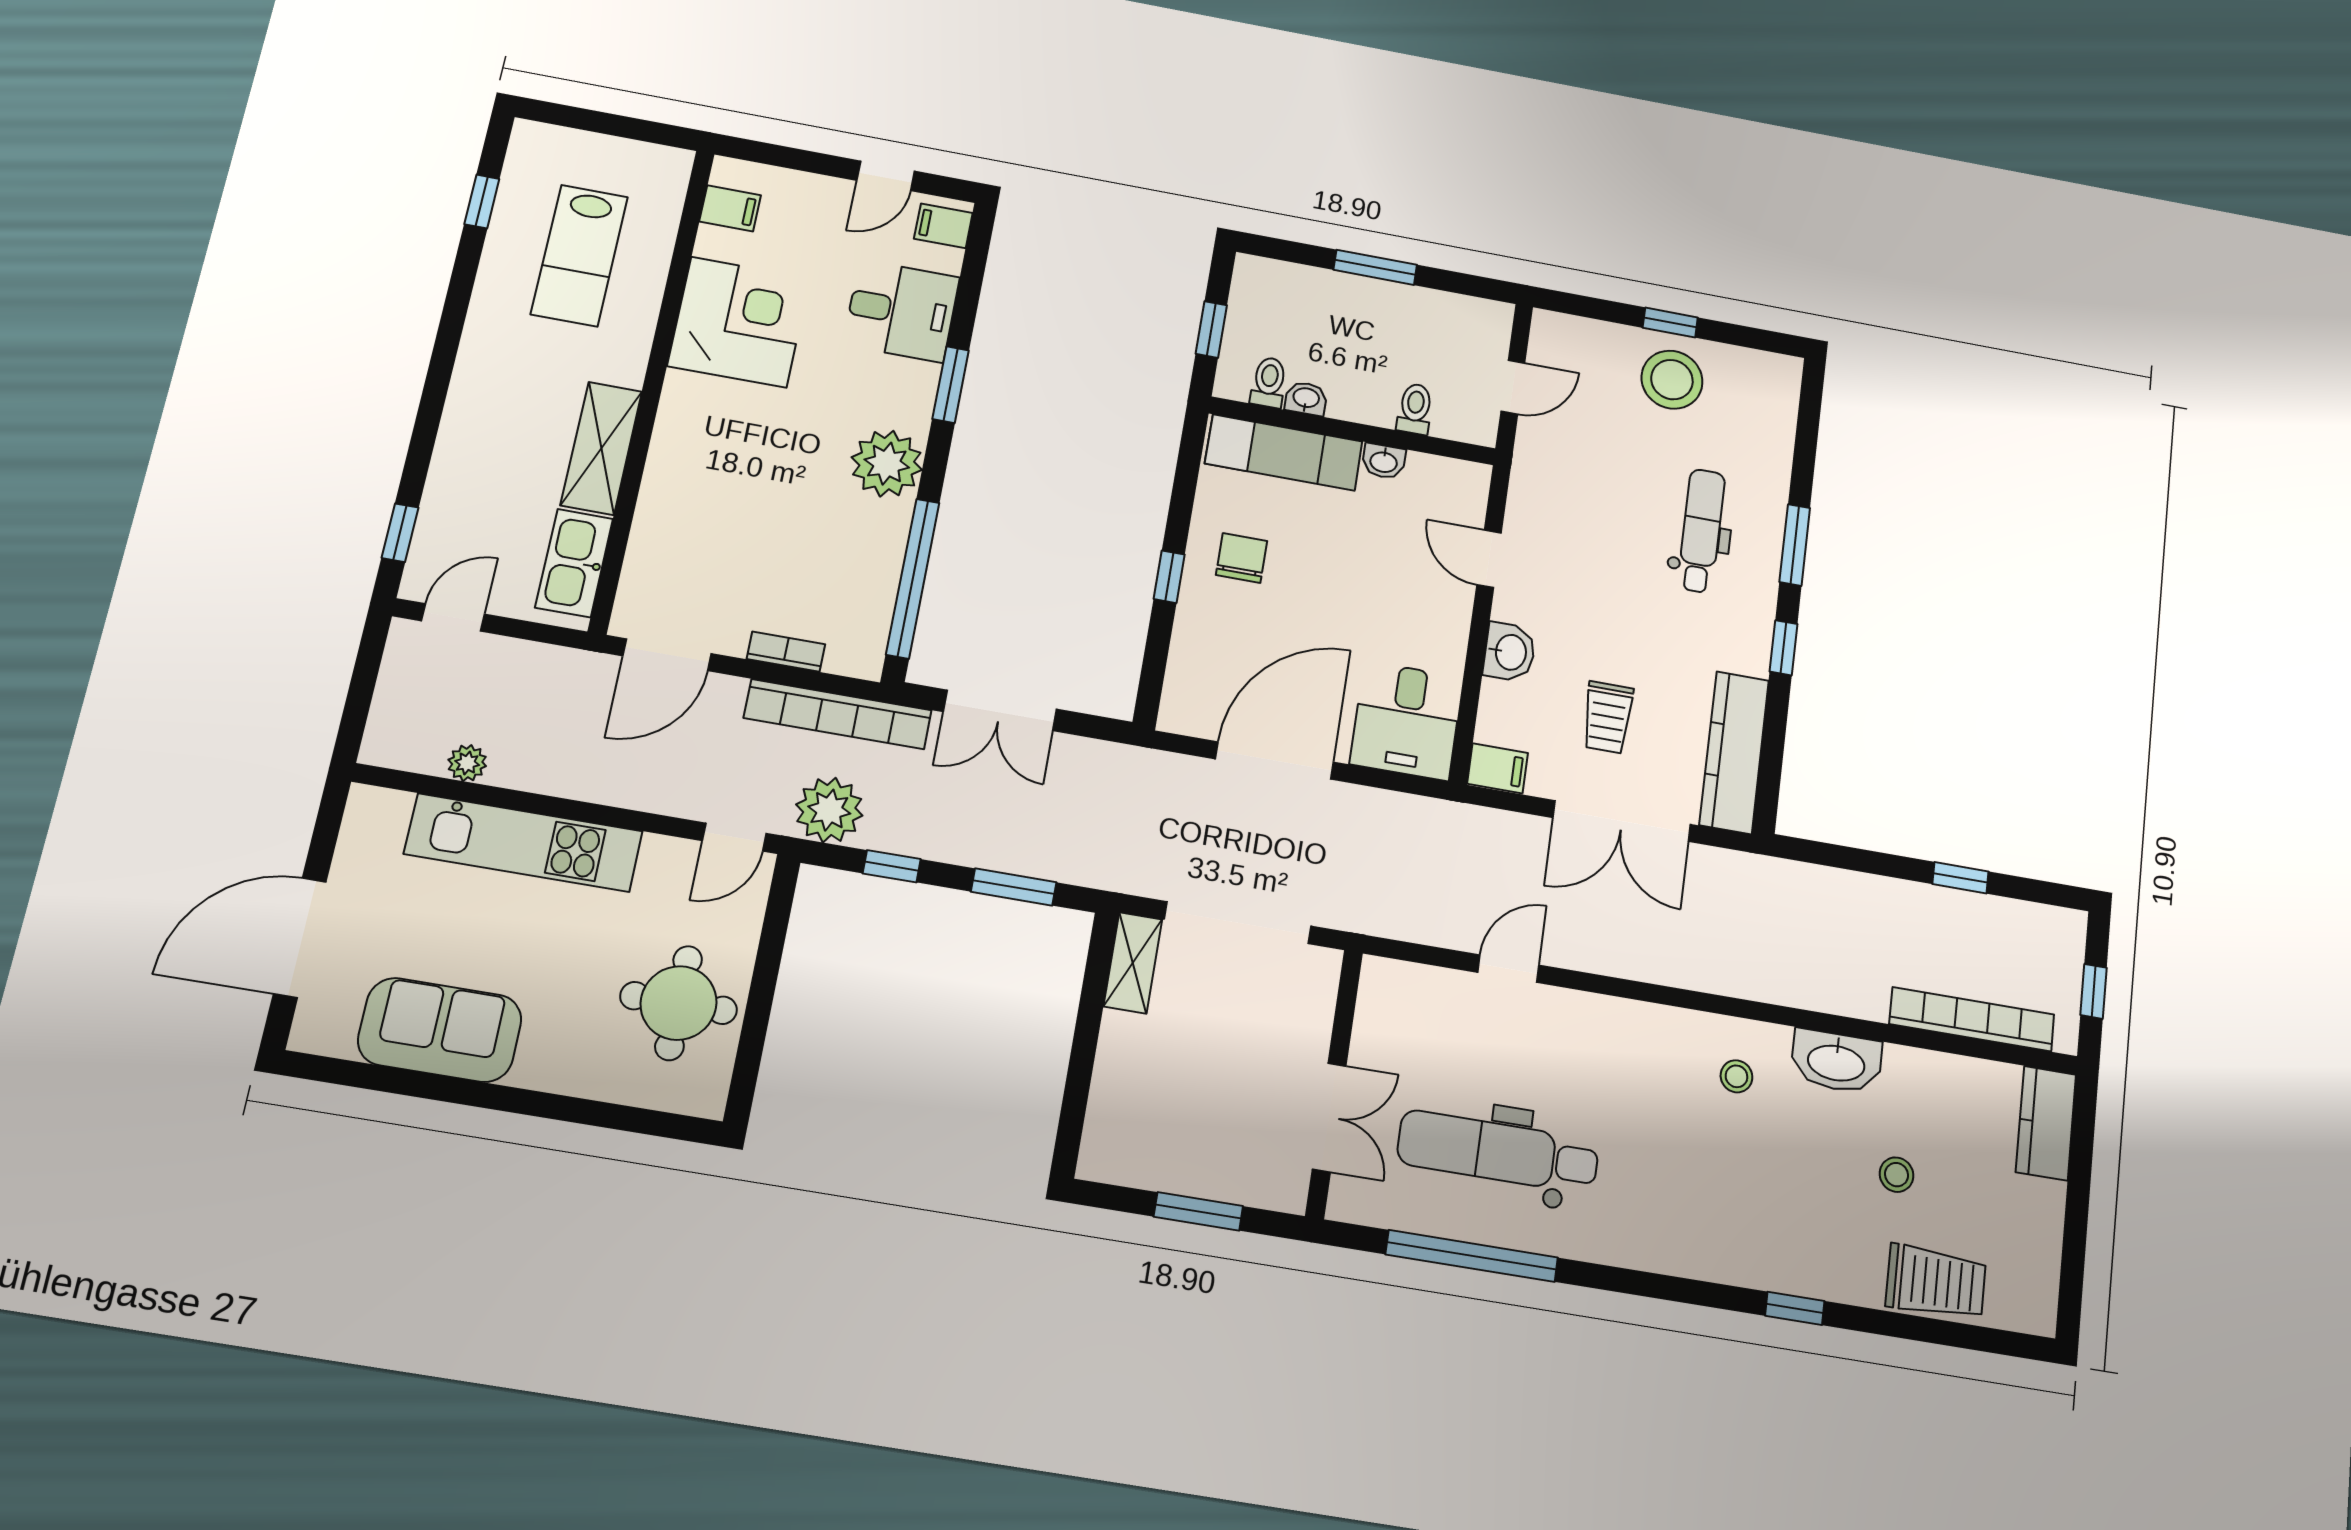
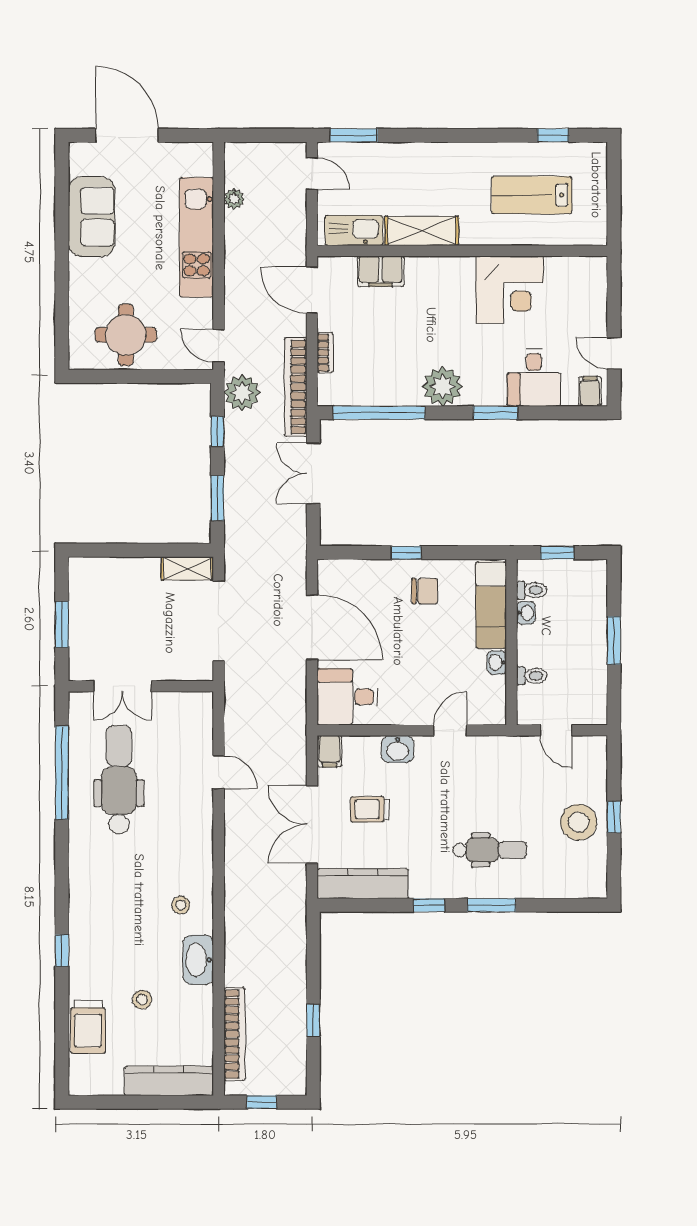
filing cabinet: (730, 208) -> (381, 271), moved, width x2.00
window: (400, 533) -> (354, 135), width x1.50
kitchen counter: (2046, 1123) -> (169, 1081), width x1.50

